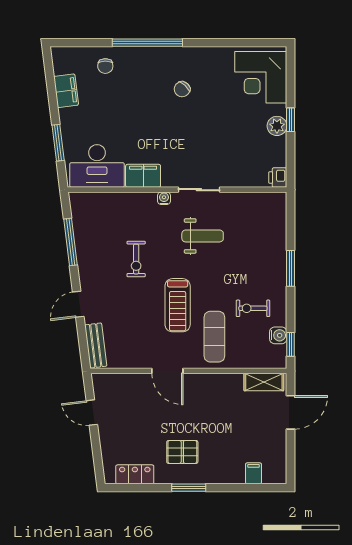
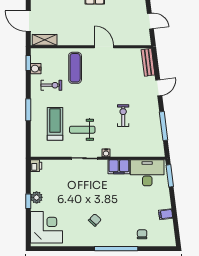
filing cabinet: (66, 91) -> (166, 214), width x0.50
window: (58, 143) -> (170, 176), moved
treadmill: (178, 305) -> (55, 124), moved
door: (291, 412) -> (28, 21), hinge flipped

